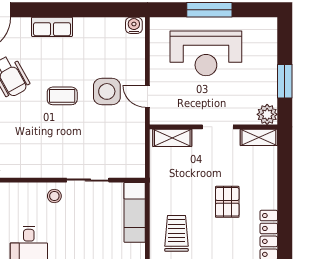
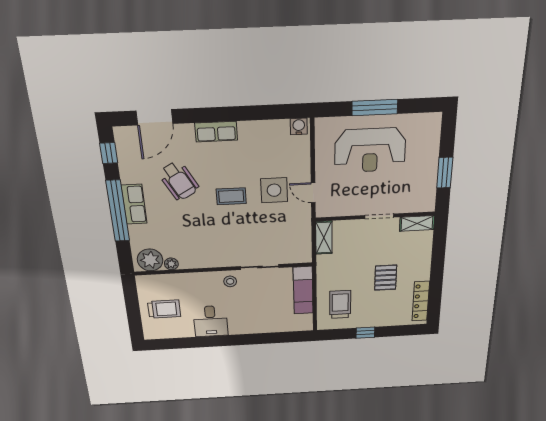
plant: (267, 114) -> (426, 203), removed
shelving: (172, 138) -> (324, 238), moved, turned 90

